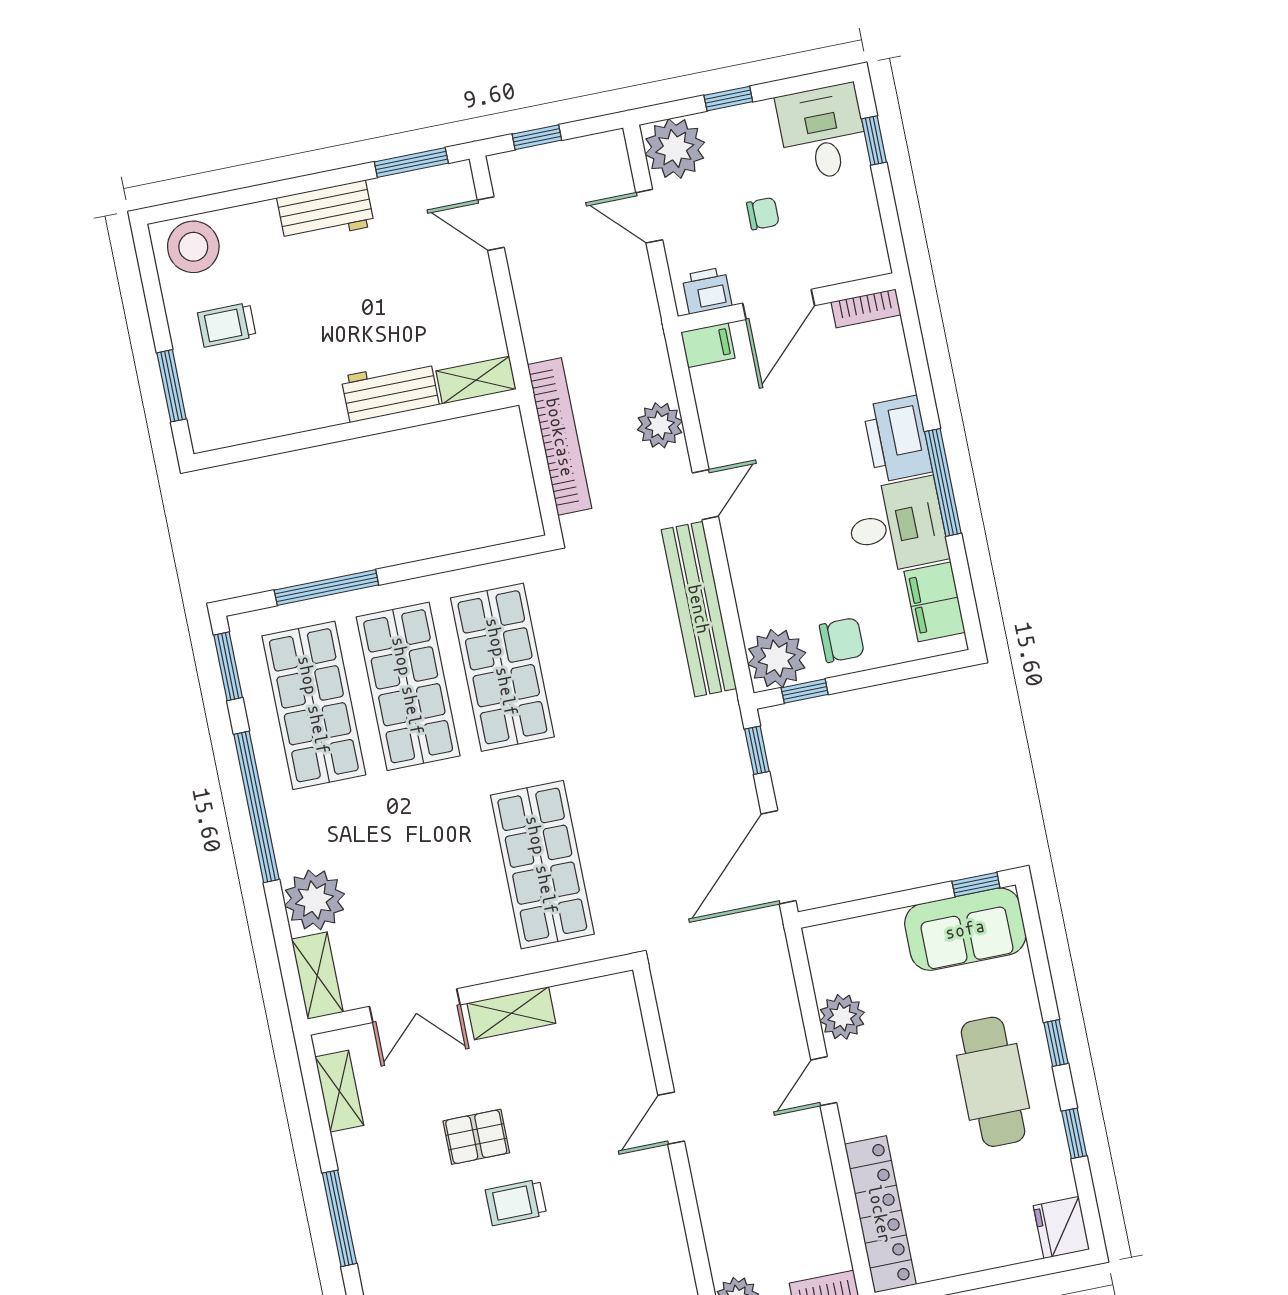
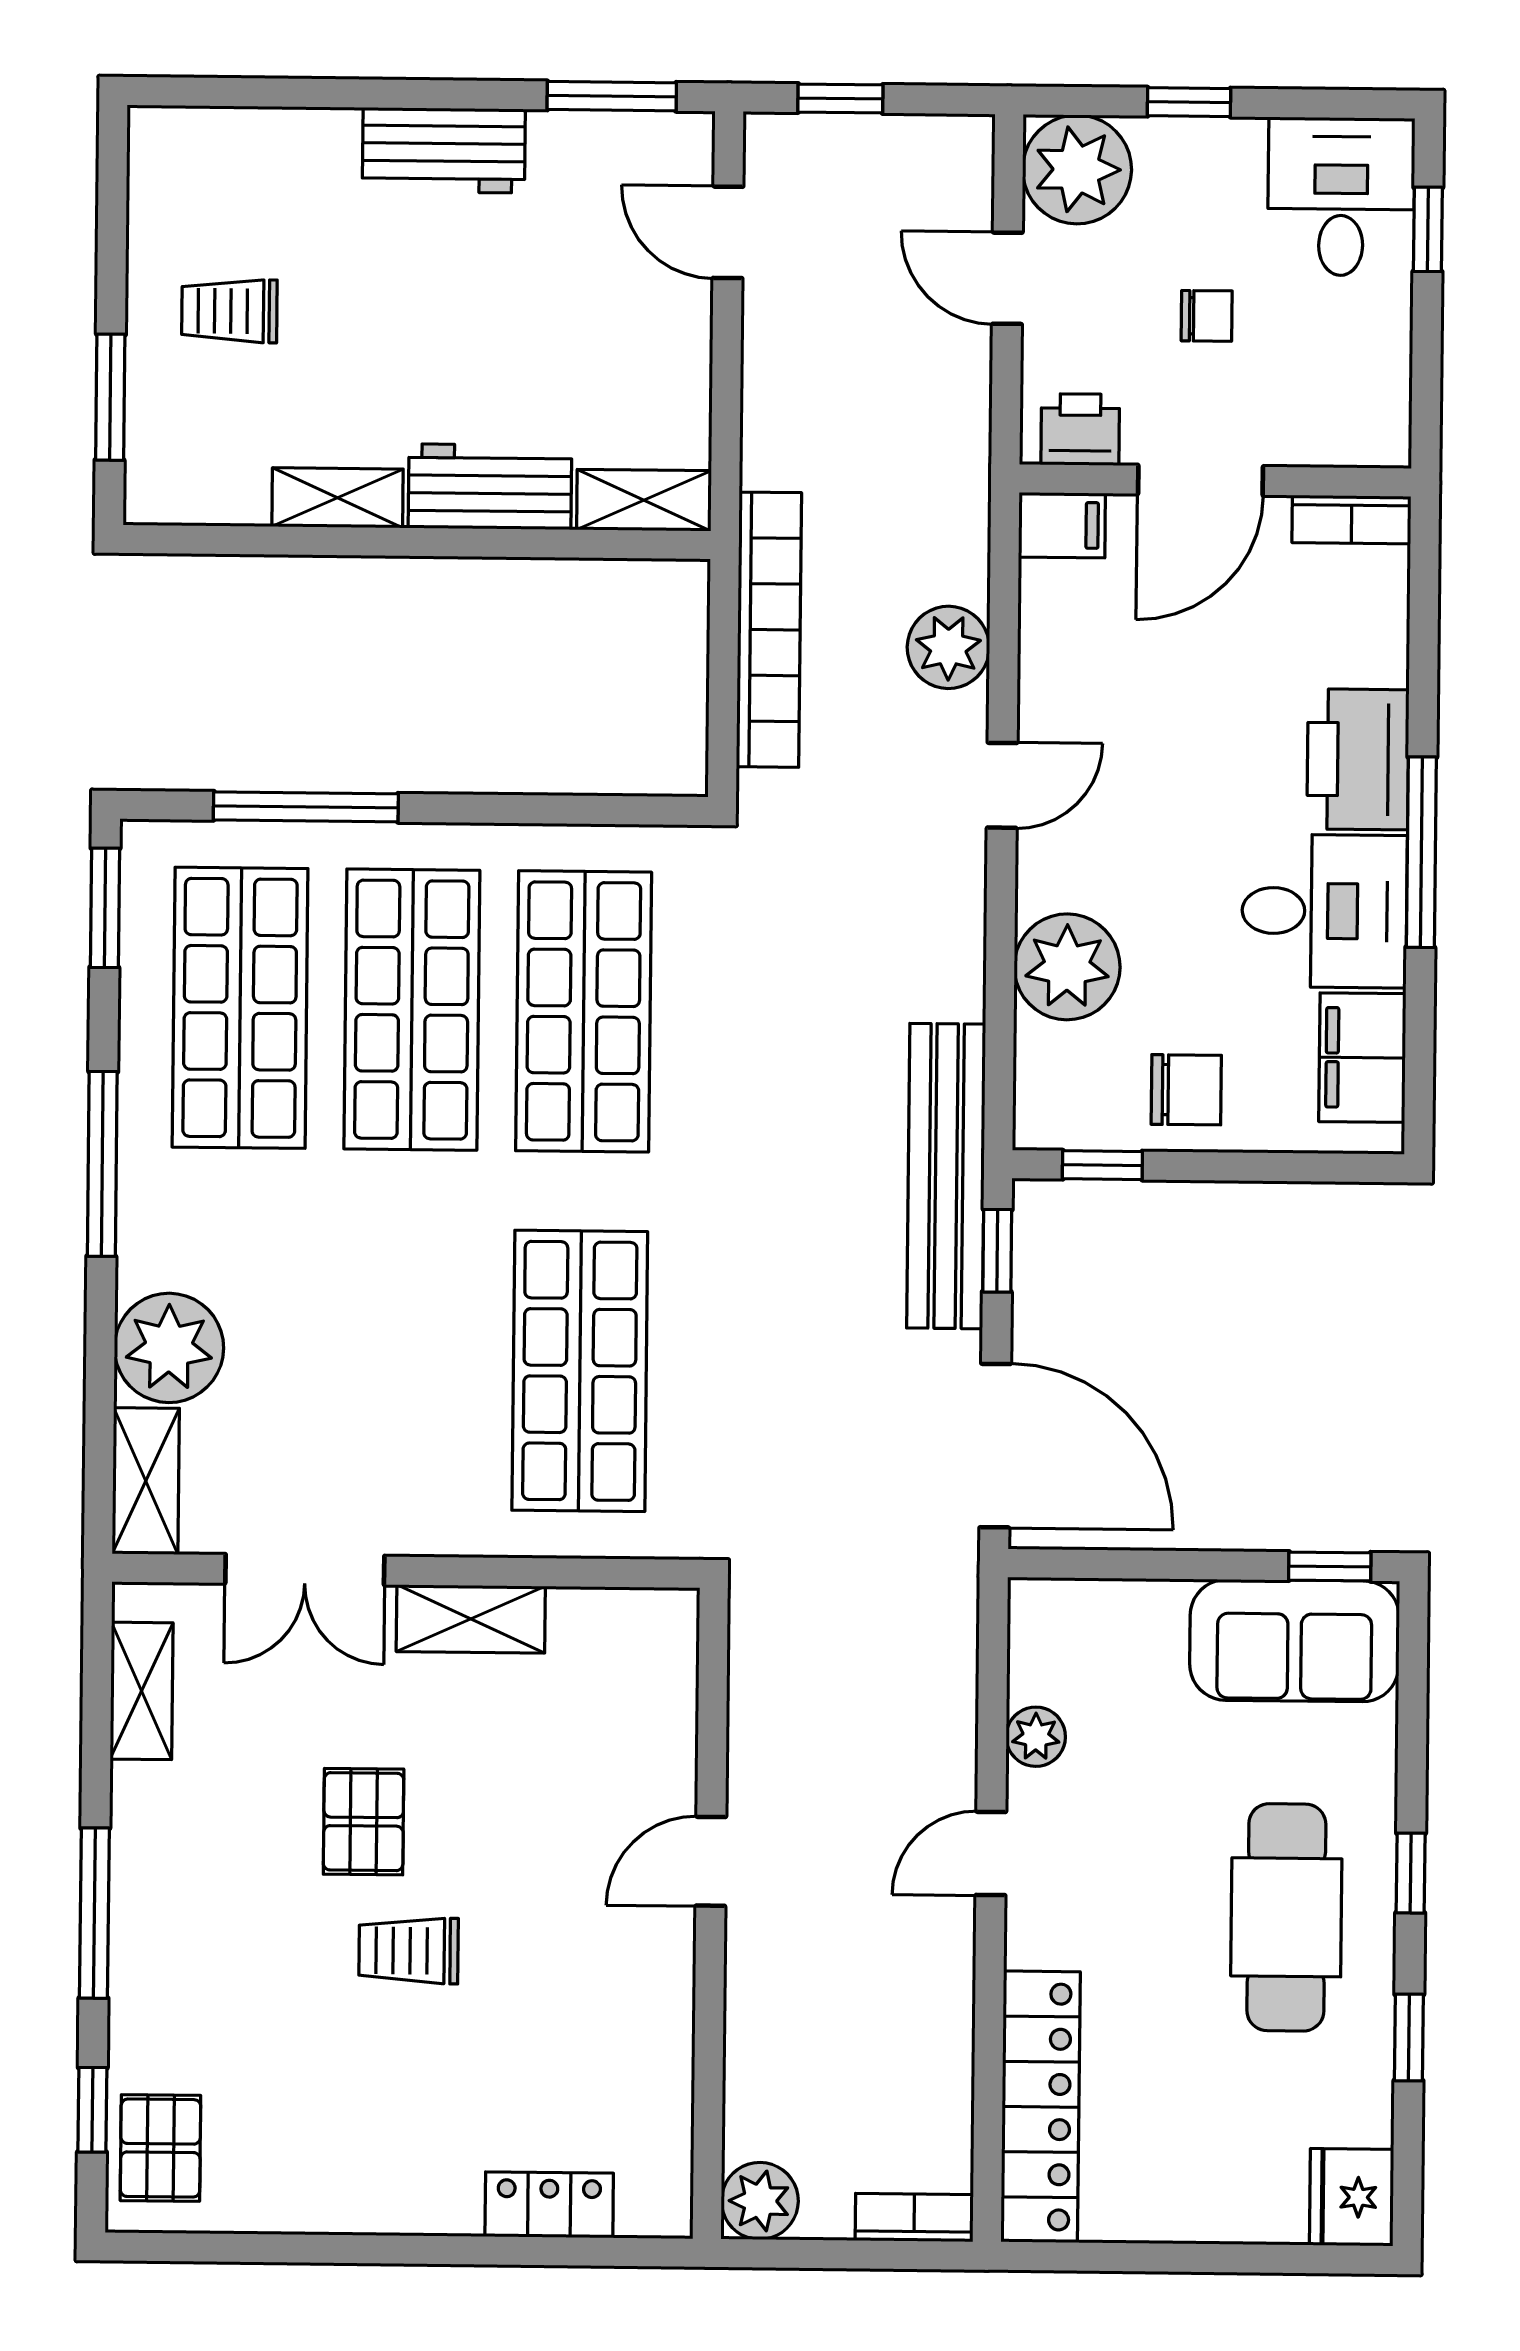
stool: (193, 247) -> (200, 162), removed
shelving: (308, 414) -> (338, 498), added
bench: (699, 609) -> (946, 1176), moved
plant: (777, 658) -> (1067, 967), moved
window: (256, 807) -> (102, 1164), width x0.68
door: (779, 857) -> (995, 1446), swing flipped
plant: (842, 1017) -> (1036, 1737), width x0.73, depth x0.73
pallet: (476, 1137) -> (364, 1822), turned 90

